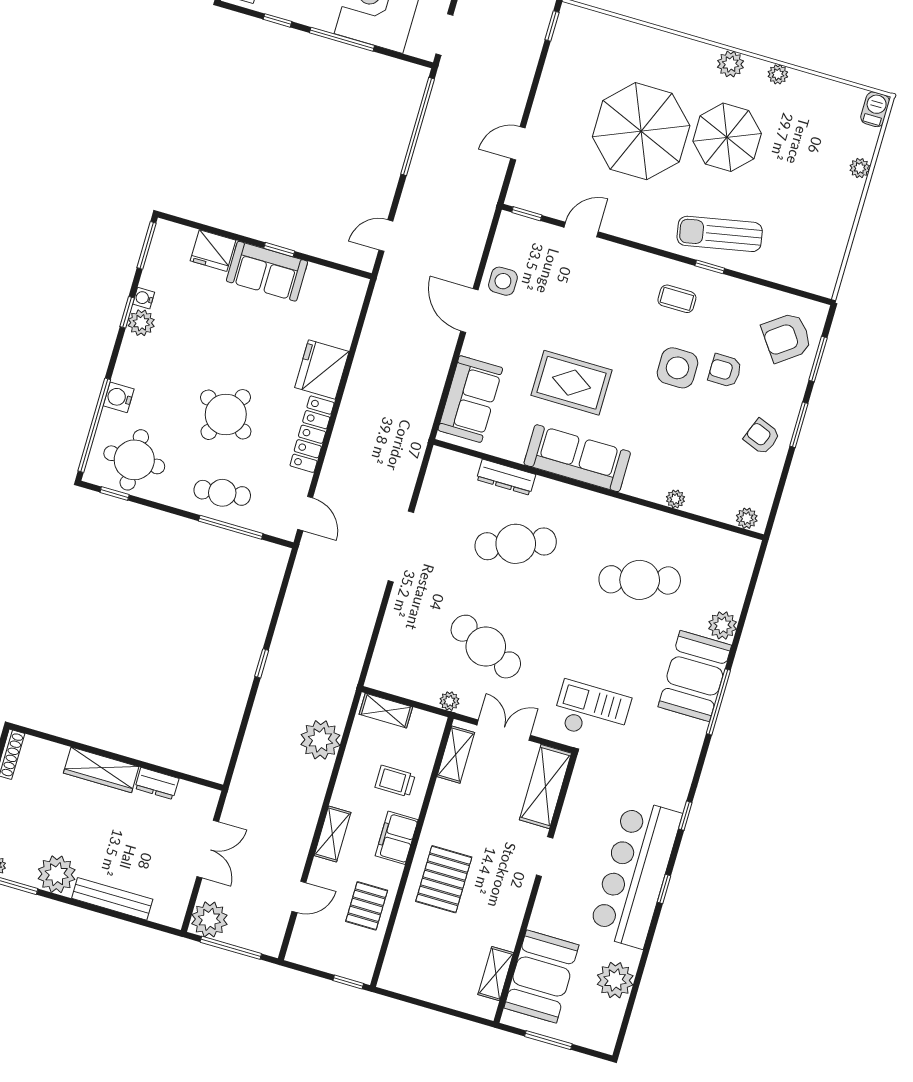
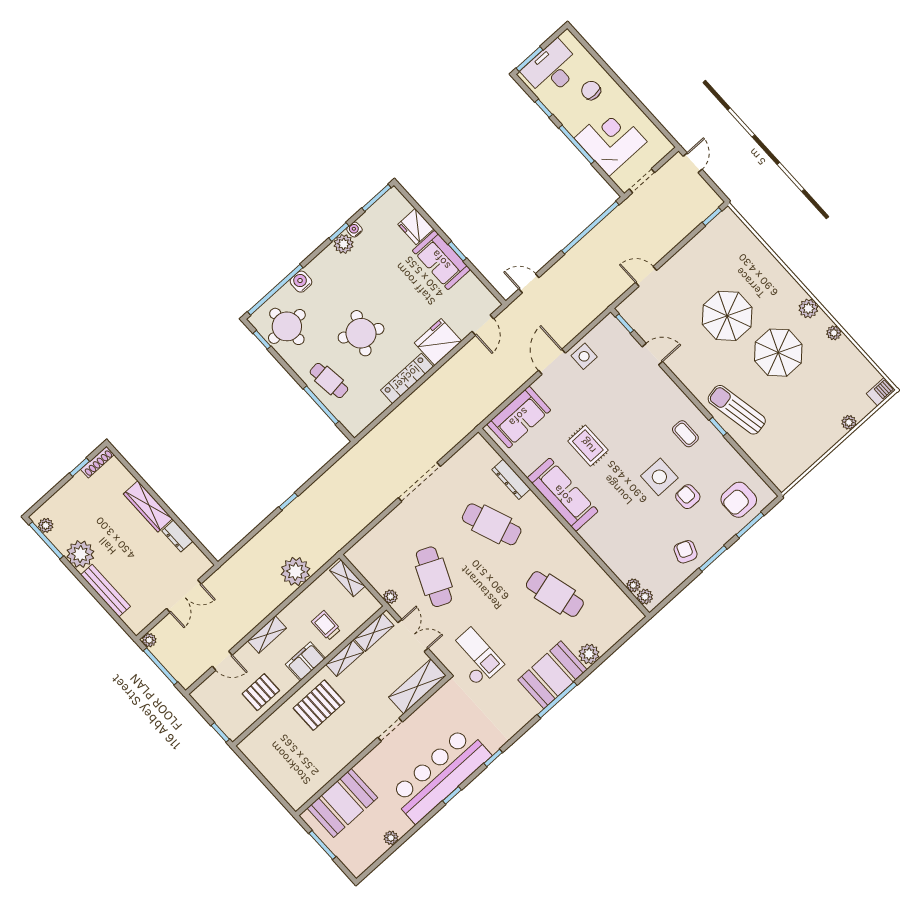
parasol: (641, 131) -> (727, 316), width x0.73, depth x0.73
armchair: (787, 338) -> (739, 500), turned -54
rug: (572, 383) -> (588, 446), width x0.73, depth x0.70
plant: (675, 499) -> (633, 585), moved
door: (305, 514) -> (483, 325), moved
plant: (209, 919) -> (149, 640), width x0.53, depth x0.53
shelving: (496, 974) -> (345, 658), moved
plant: (615, 980) -> (391, 838), width x0.53, depth x0.53

